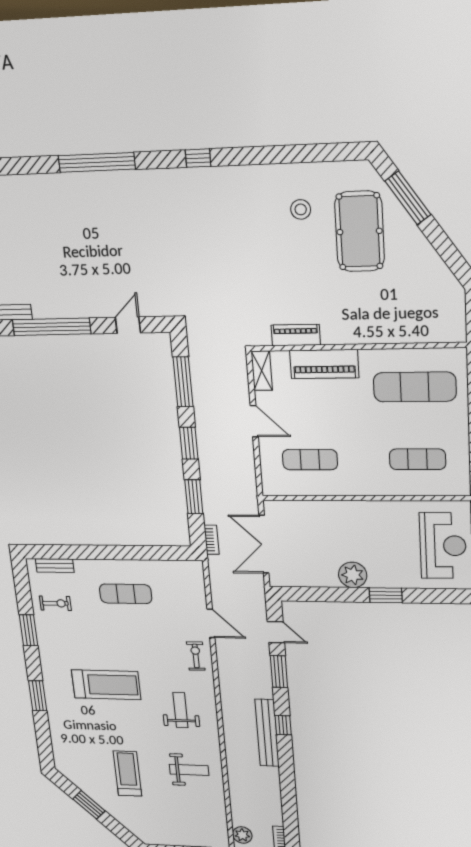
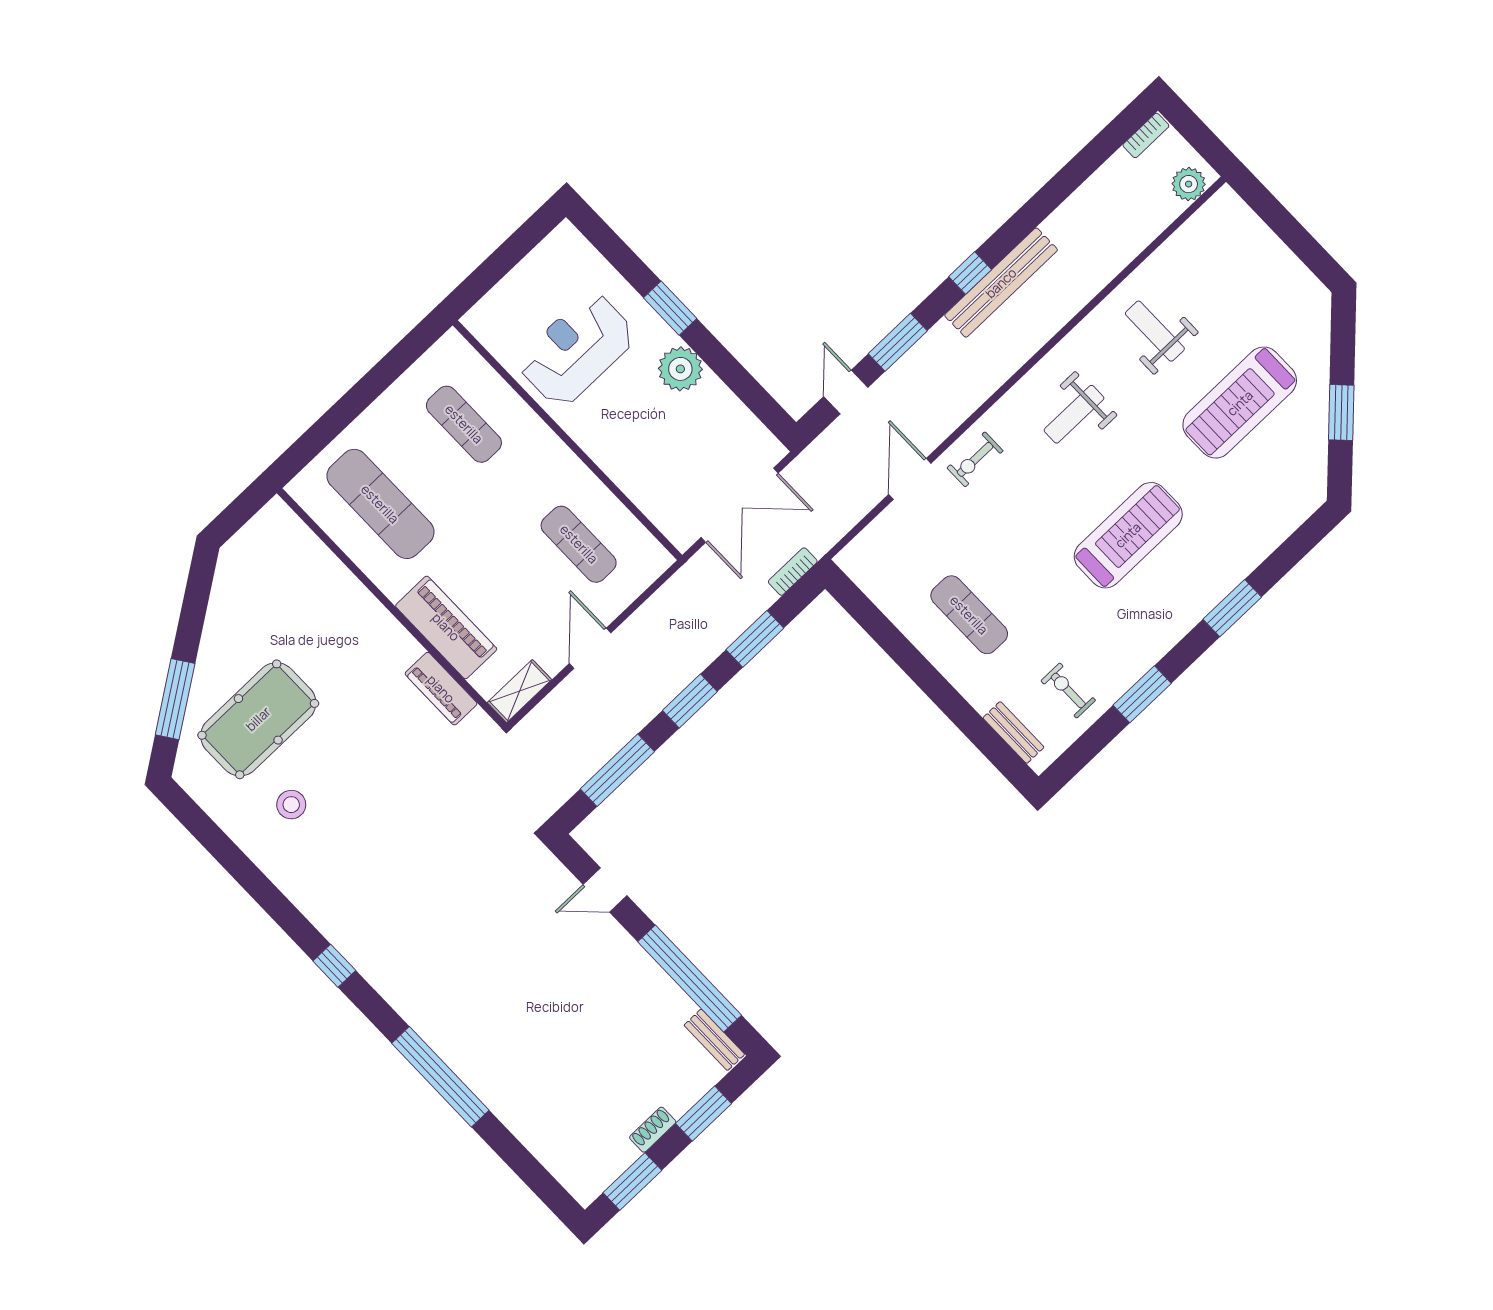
reception desk: (443, 546) -> (577, 349), moved
treadmill: (106, 685) -> (1128, 535), turned 90
treadmill: (128, 774) -> (1240, 403), width x1.37, depth x1.38

